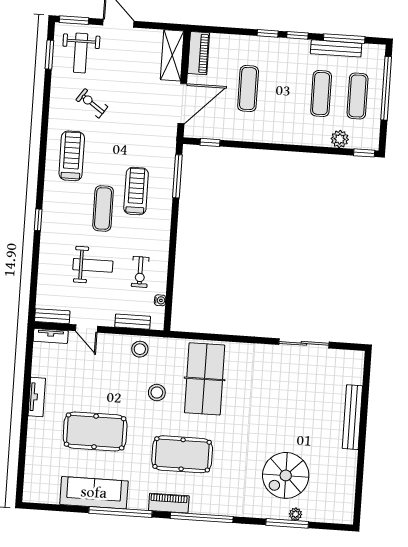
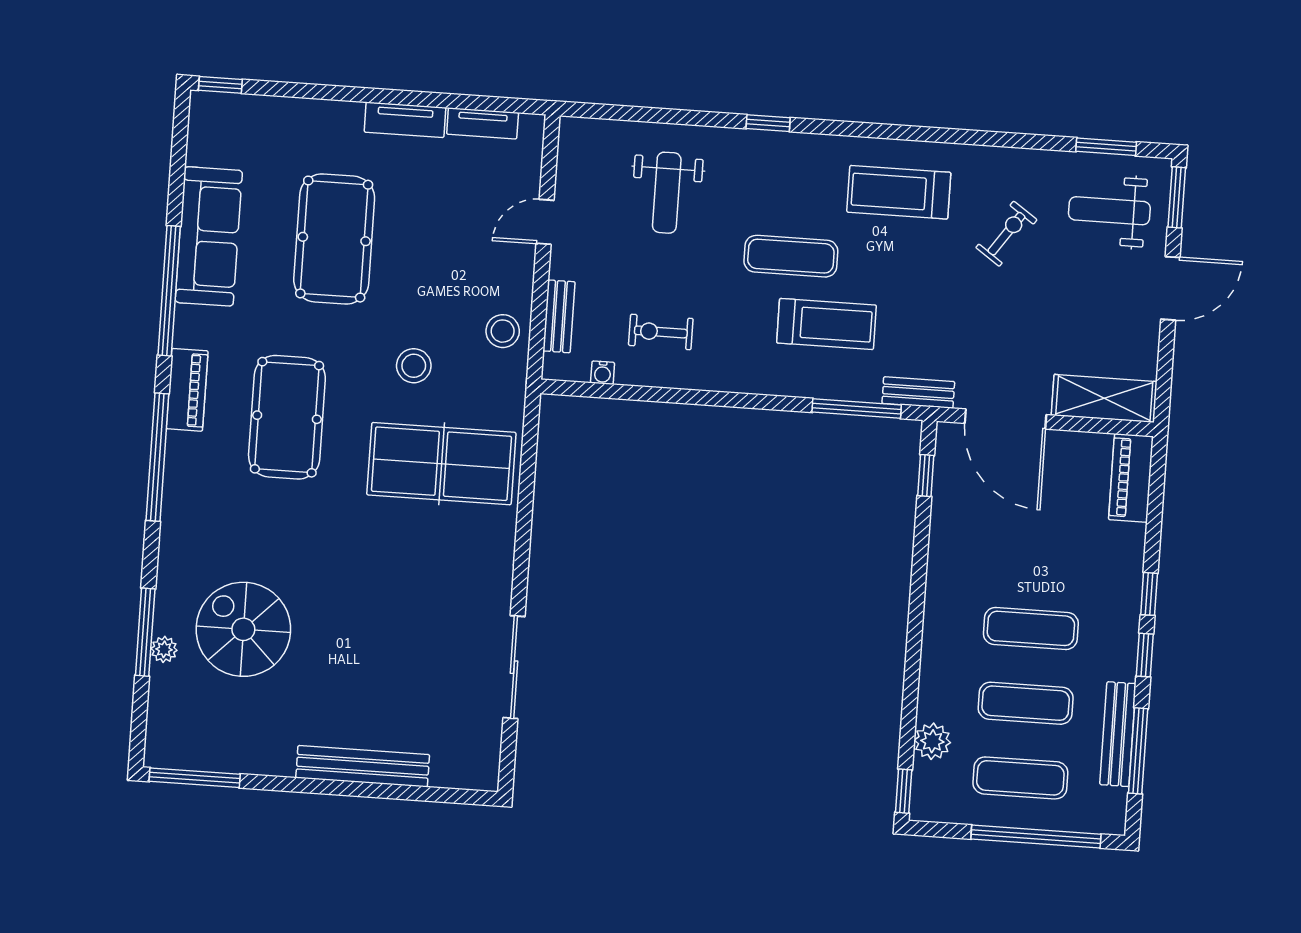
piano: (199, 53) -> (1131, 478), moved, turned 90
exercise mat: (248, 89) -> (1031, 628), moved
treadmill: (72, 156) -> (899, 192), turned 180
weight bench: (93, 265) -> (667, 193), moved
bench: (52, 316) -> (918, 392), moved, turned 90
tv unit: (51, 336) -> (483, 123), moved, turned -90
window: (20, 487) -> (220, 85), added
window: (358, 499) -> (195, 778), added

